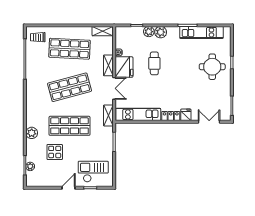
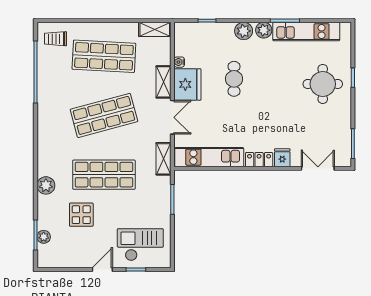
plant: (149, 32) -> (264, 30), moved

